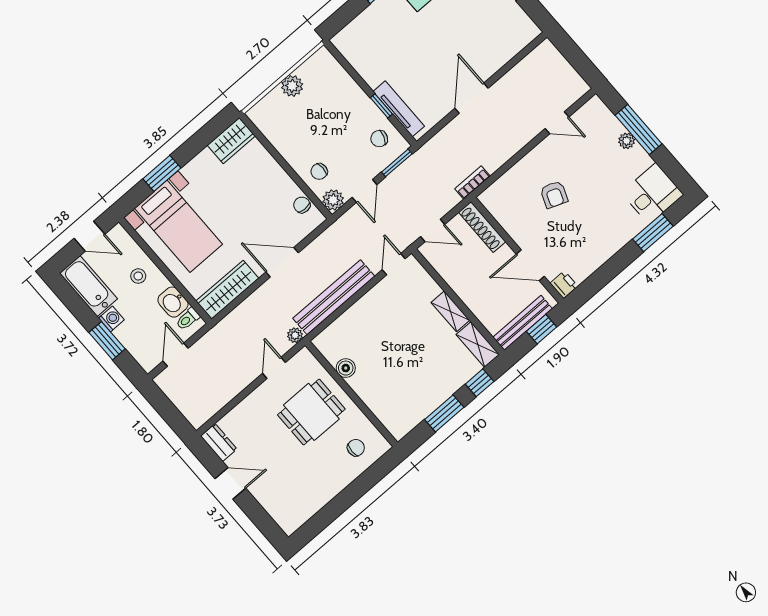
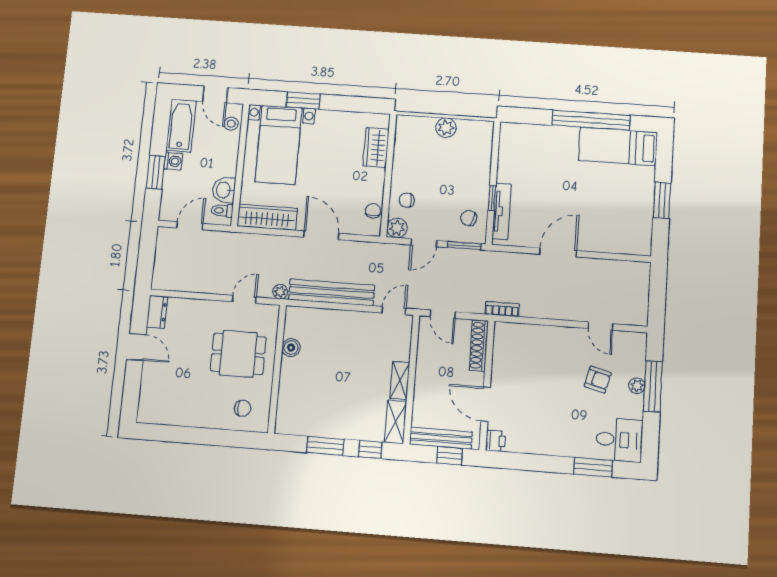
wardrobe: (231, 141) -> (376, 148), moved, turned 90
armchair: (554, 195) -> (598, 380), moved, turned -96
stool: (138, 276) -> (231, 124), moved

